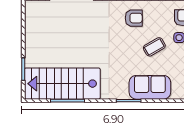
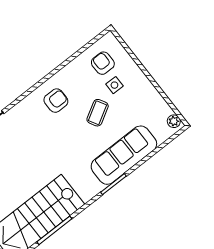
sofa: (150, 87) -> (124, 155), width x1.36

